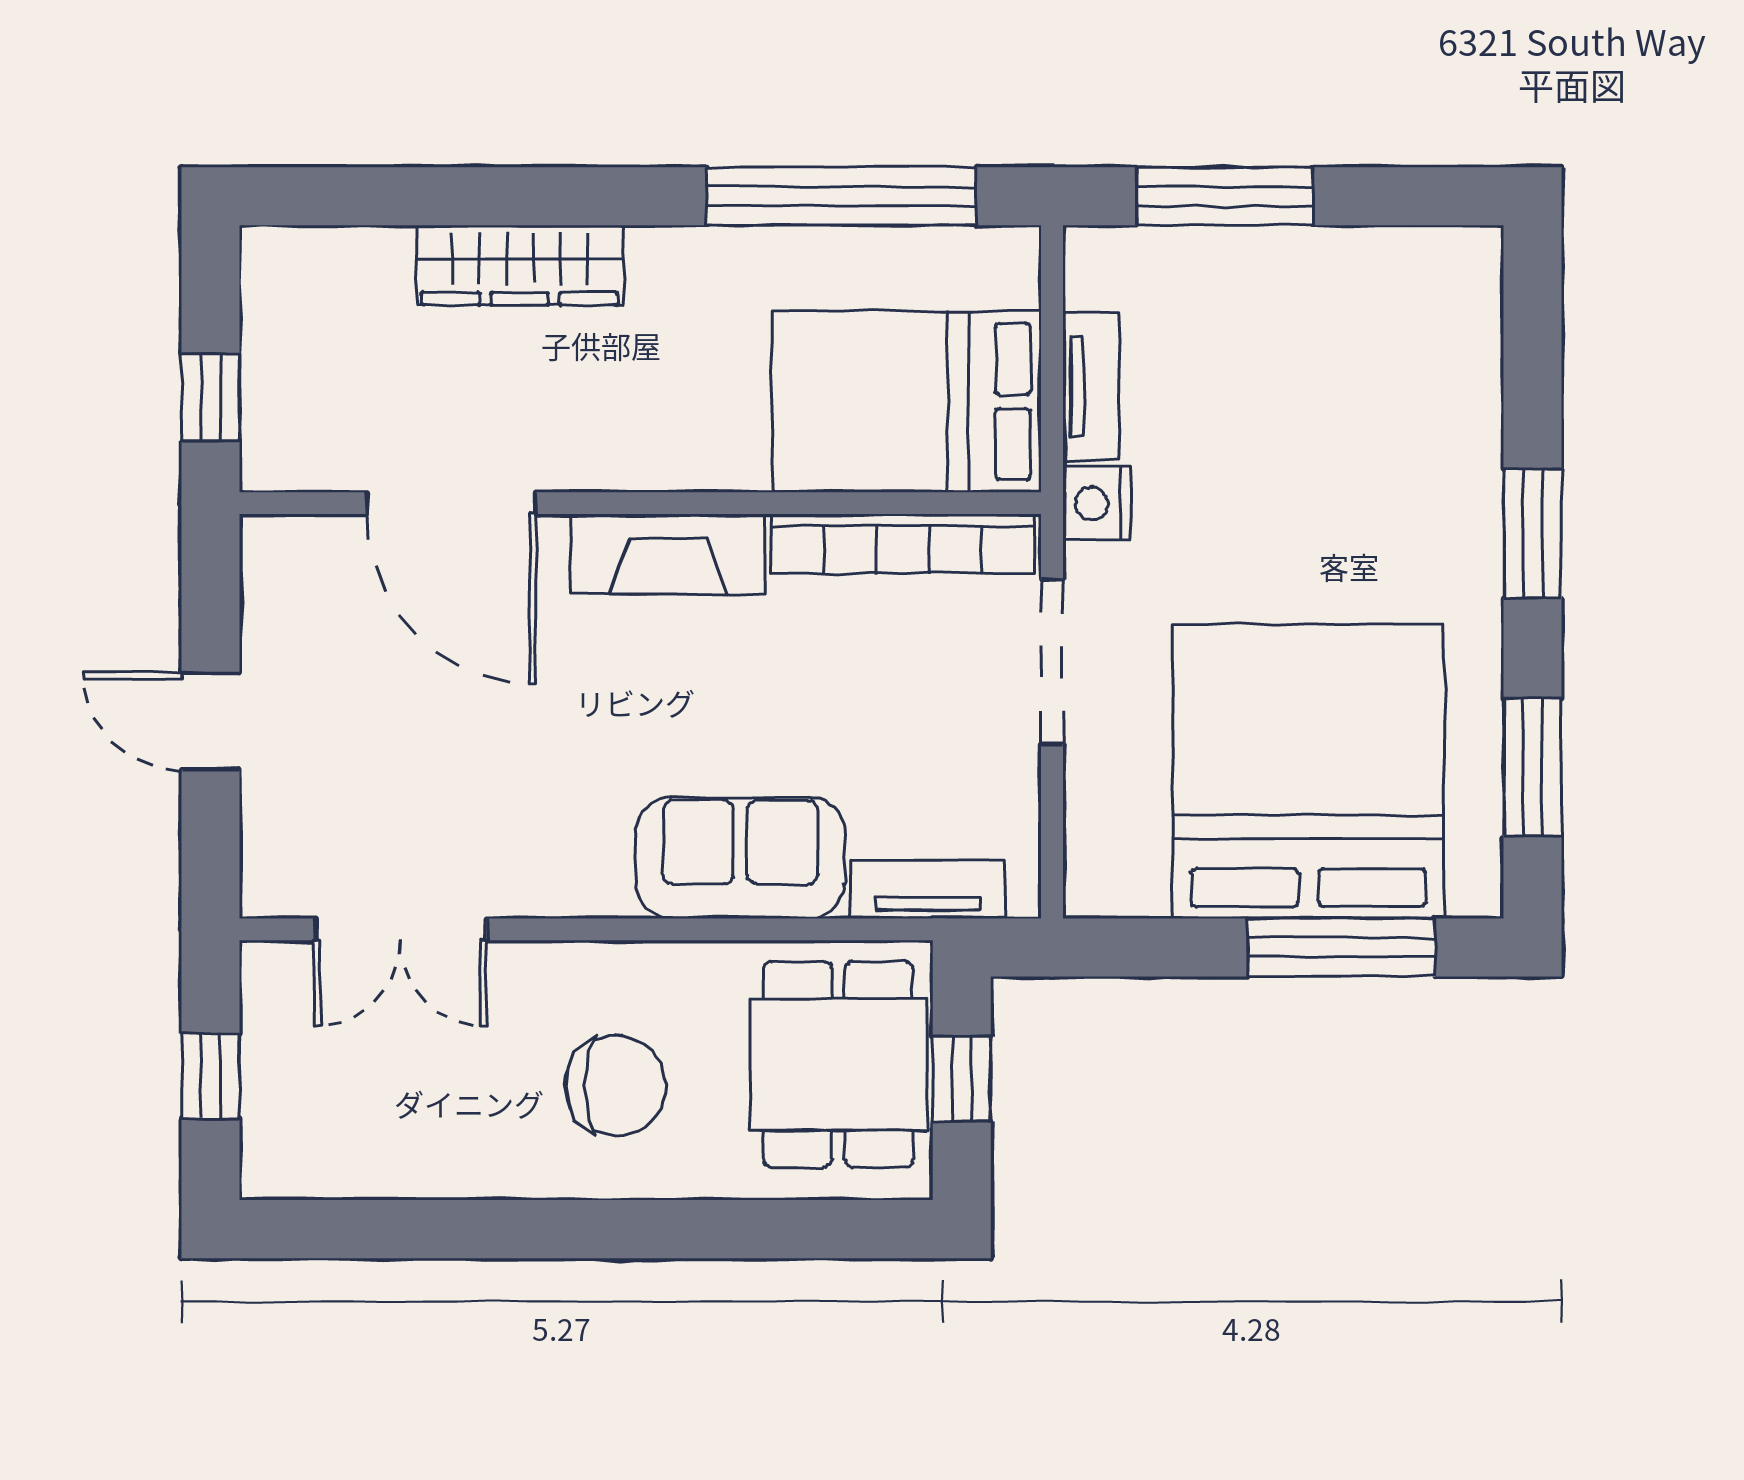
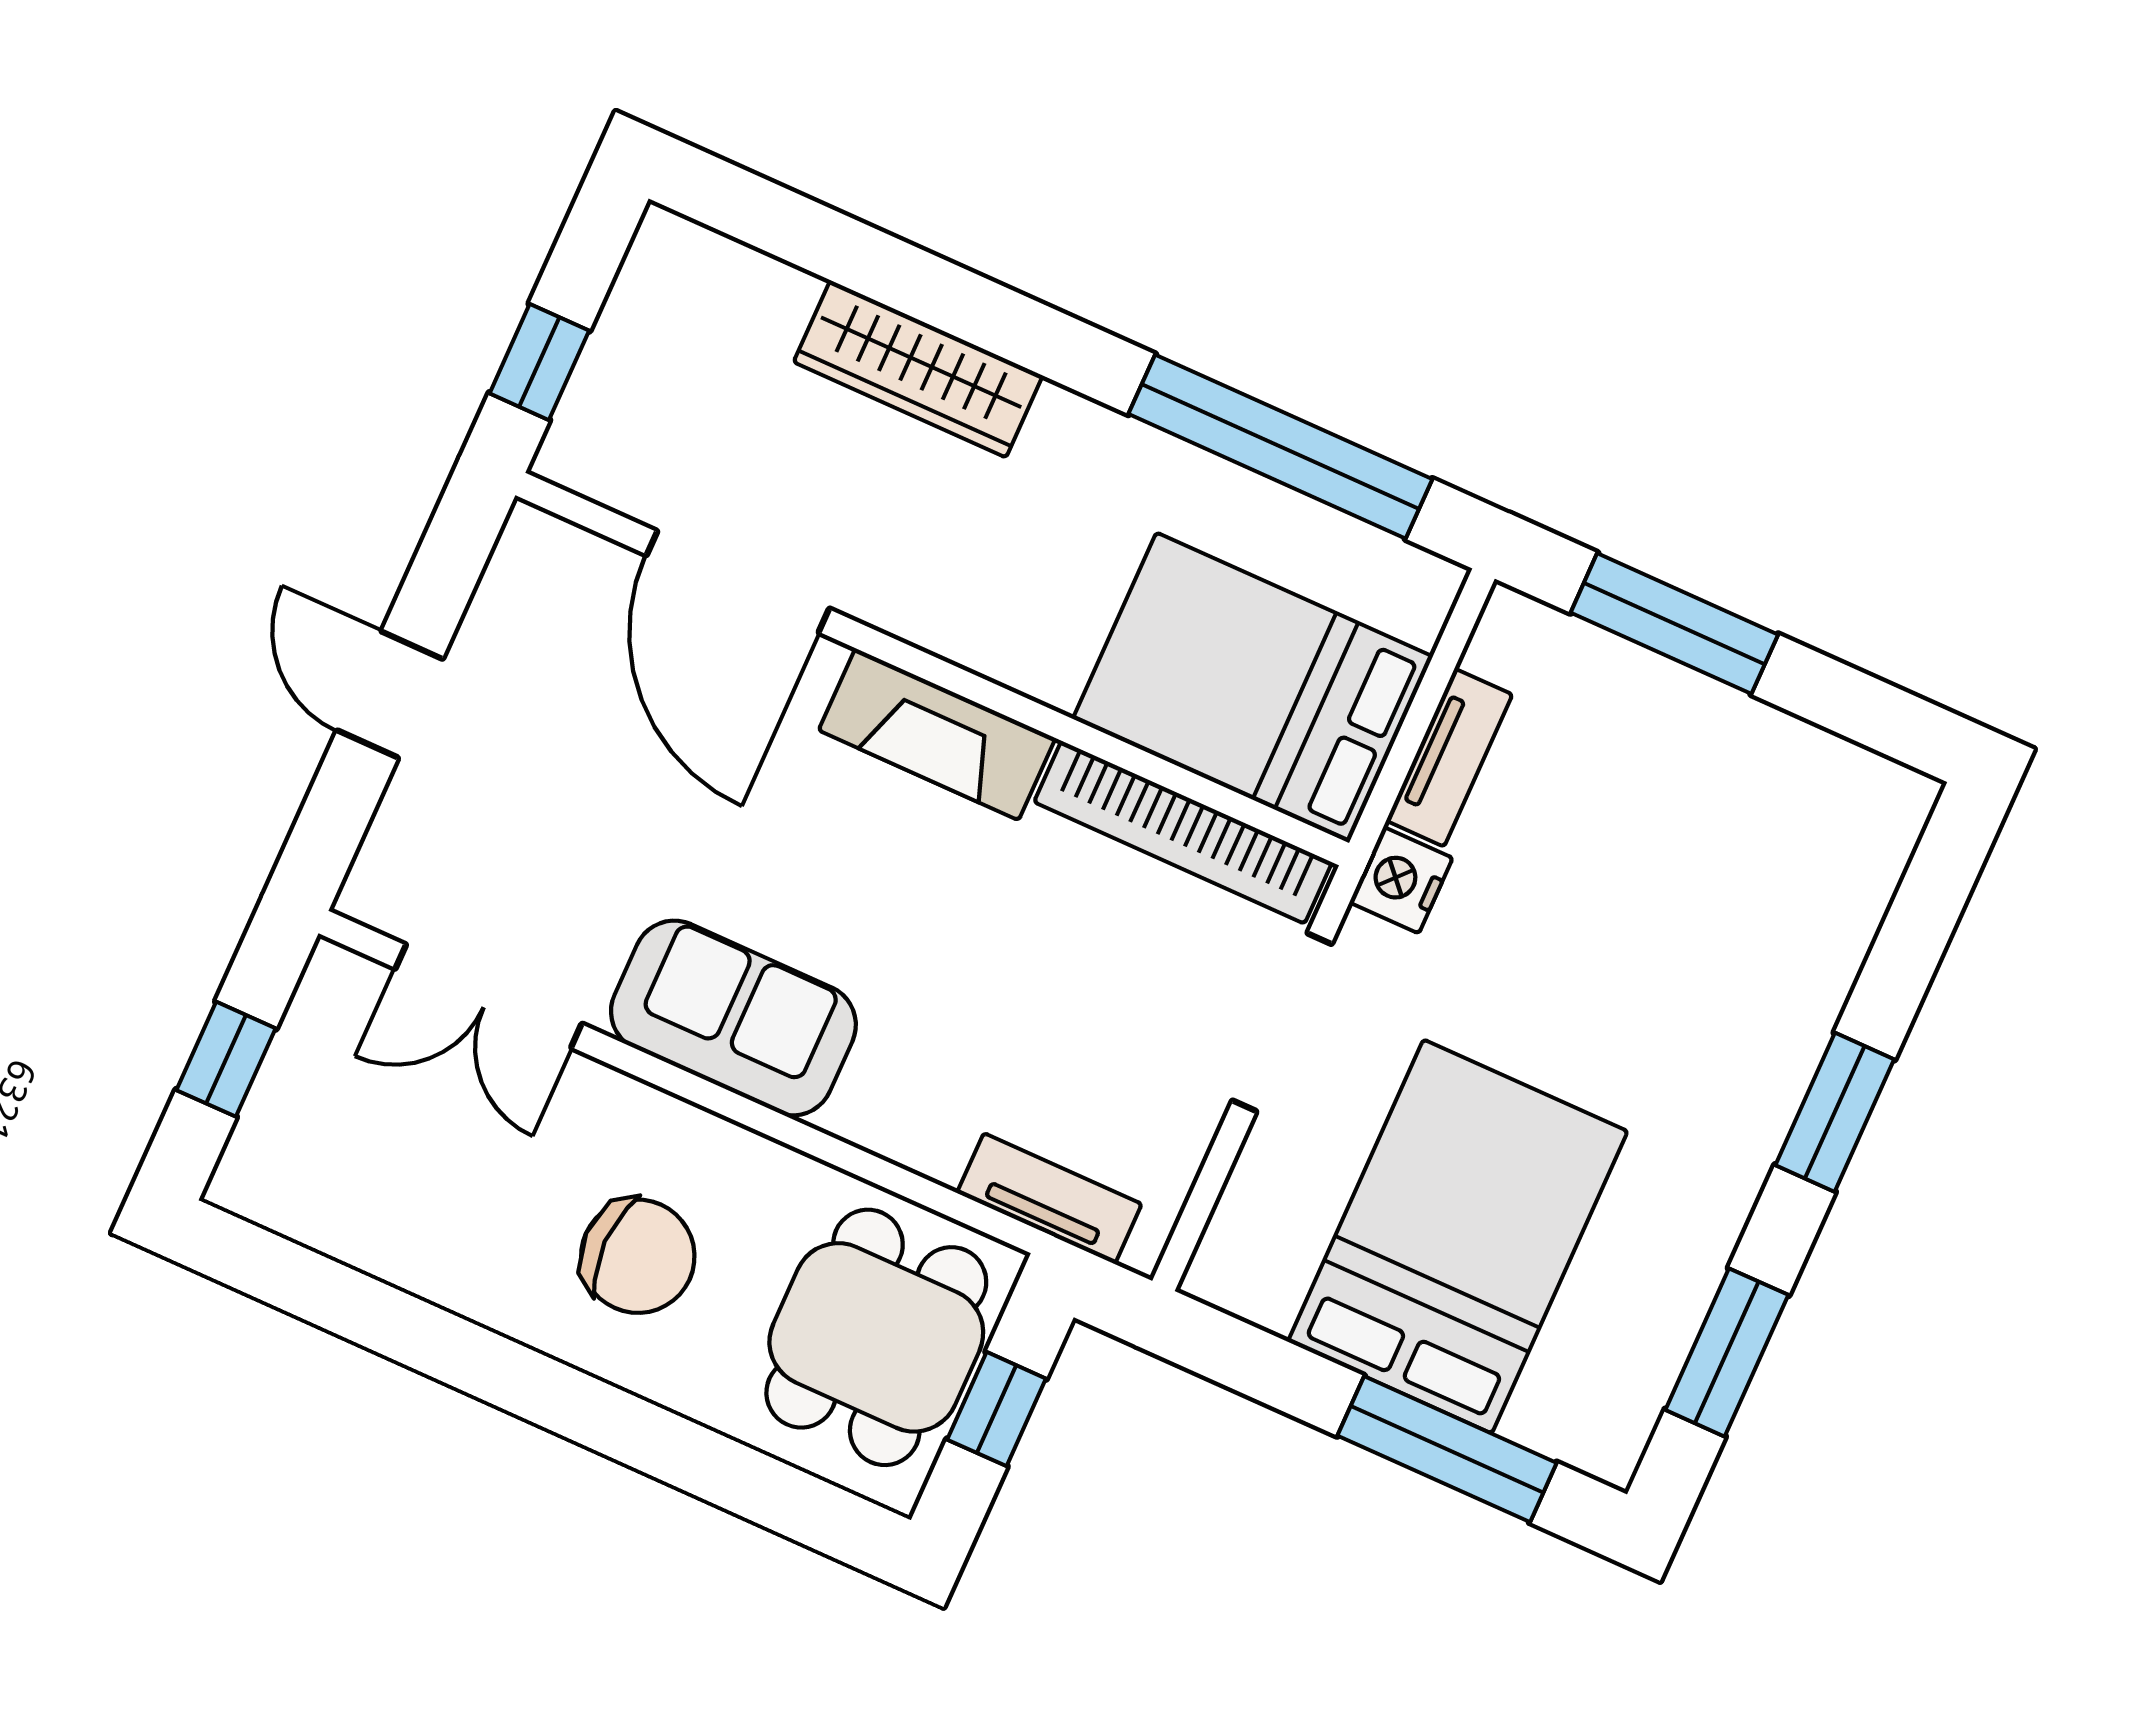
bed: (1308, 771) -> (1458, 1236), width x0.73
sofa: (740, 858) -> (733, 1018), moved

